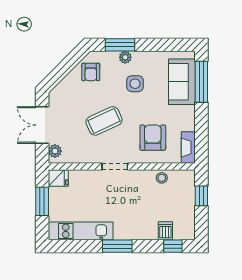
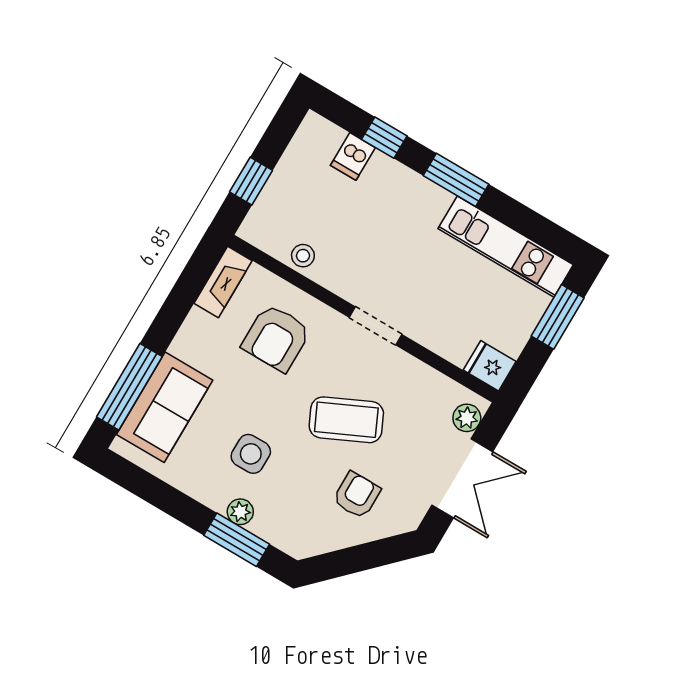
armchair: (91, 72) -> (357, 495), moved
window: (42, 201) -> (558, 317), moved
window: (173, 246) -> (384, 138), moved

